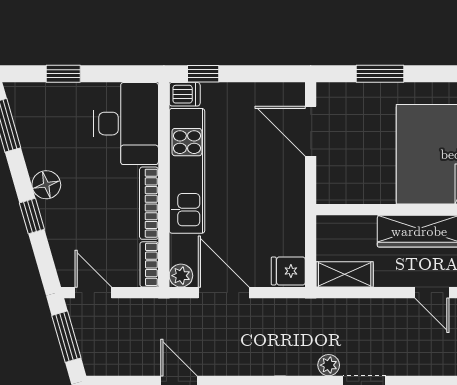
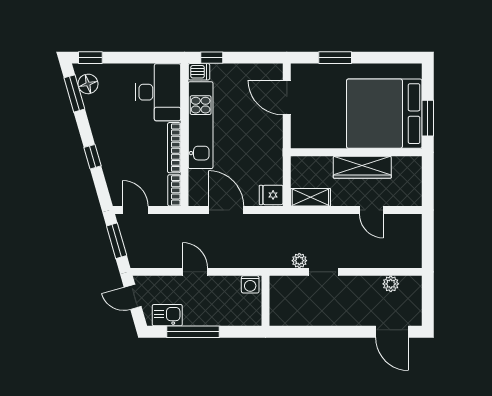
window: (63, 74) -> (90, 58), moved
floor lamp: (46, 185) -> (88, 84), moved
plant: (181, 276) -> (196, 198), removed

